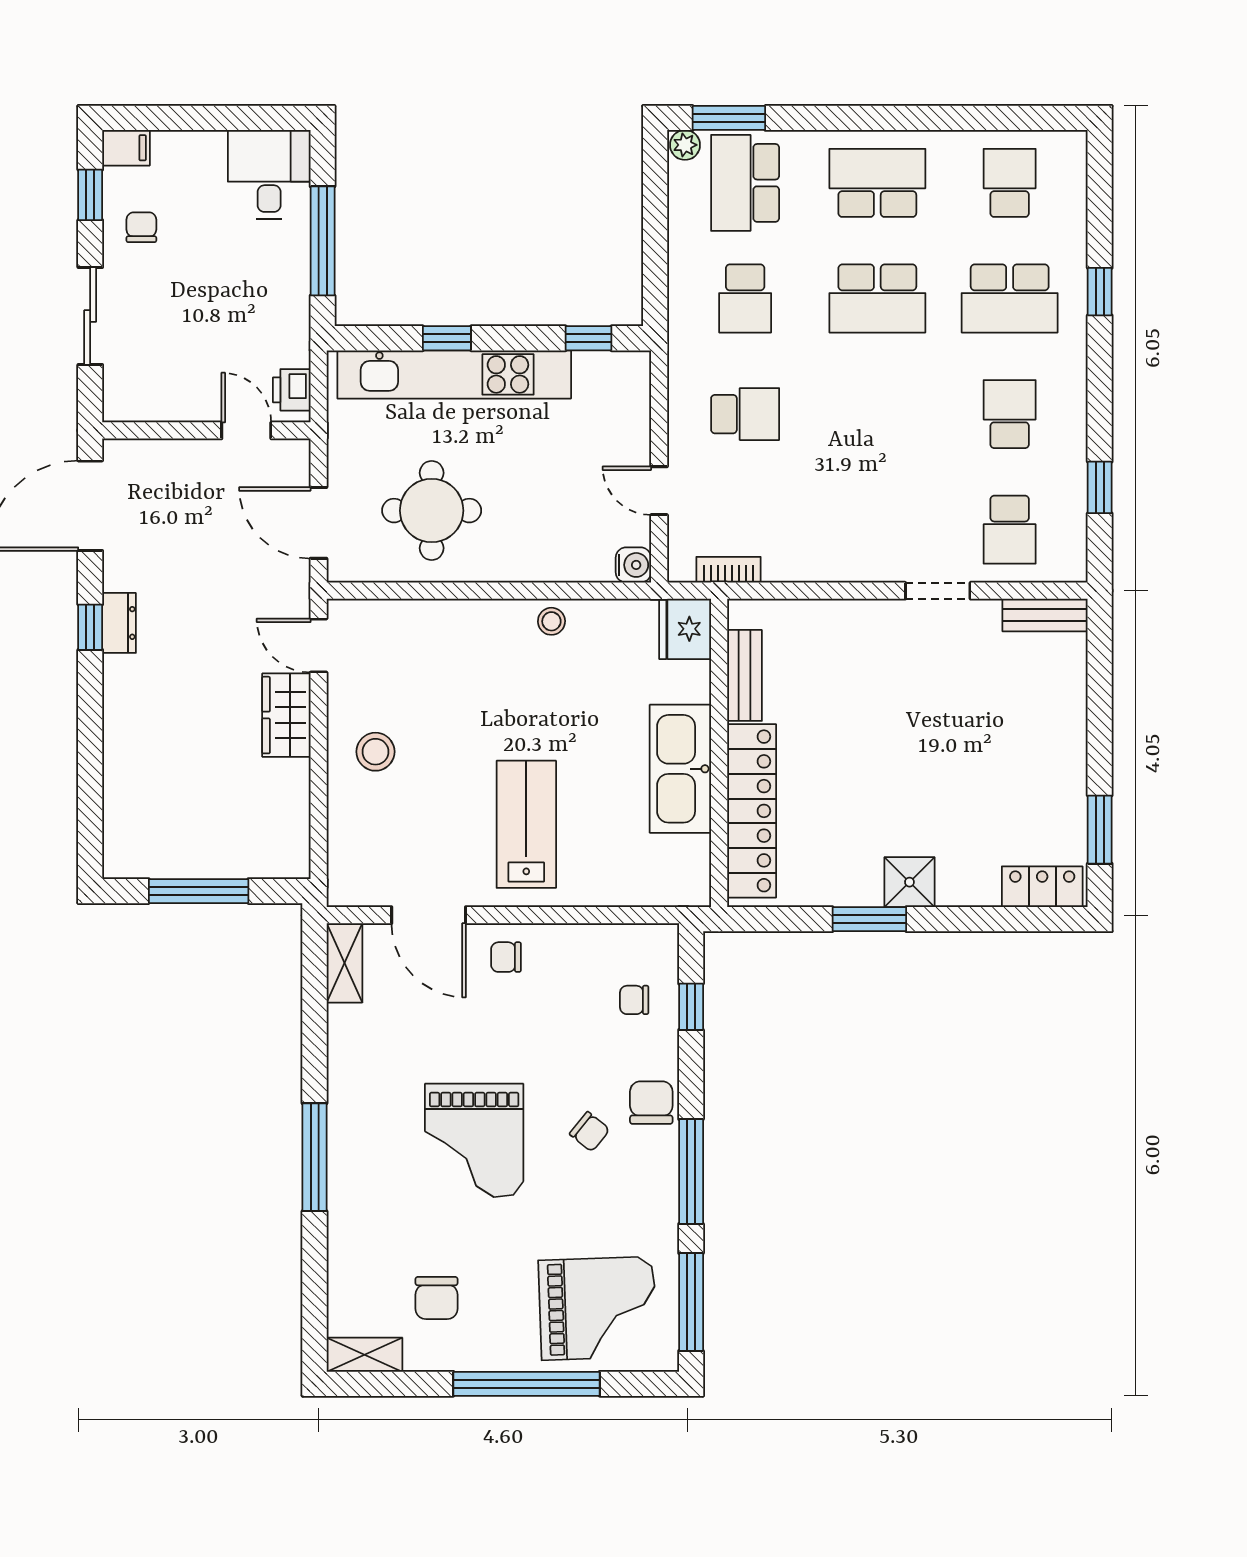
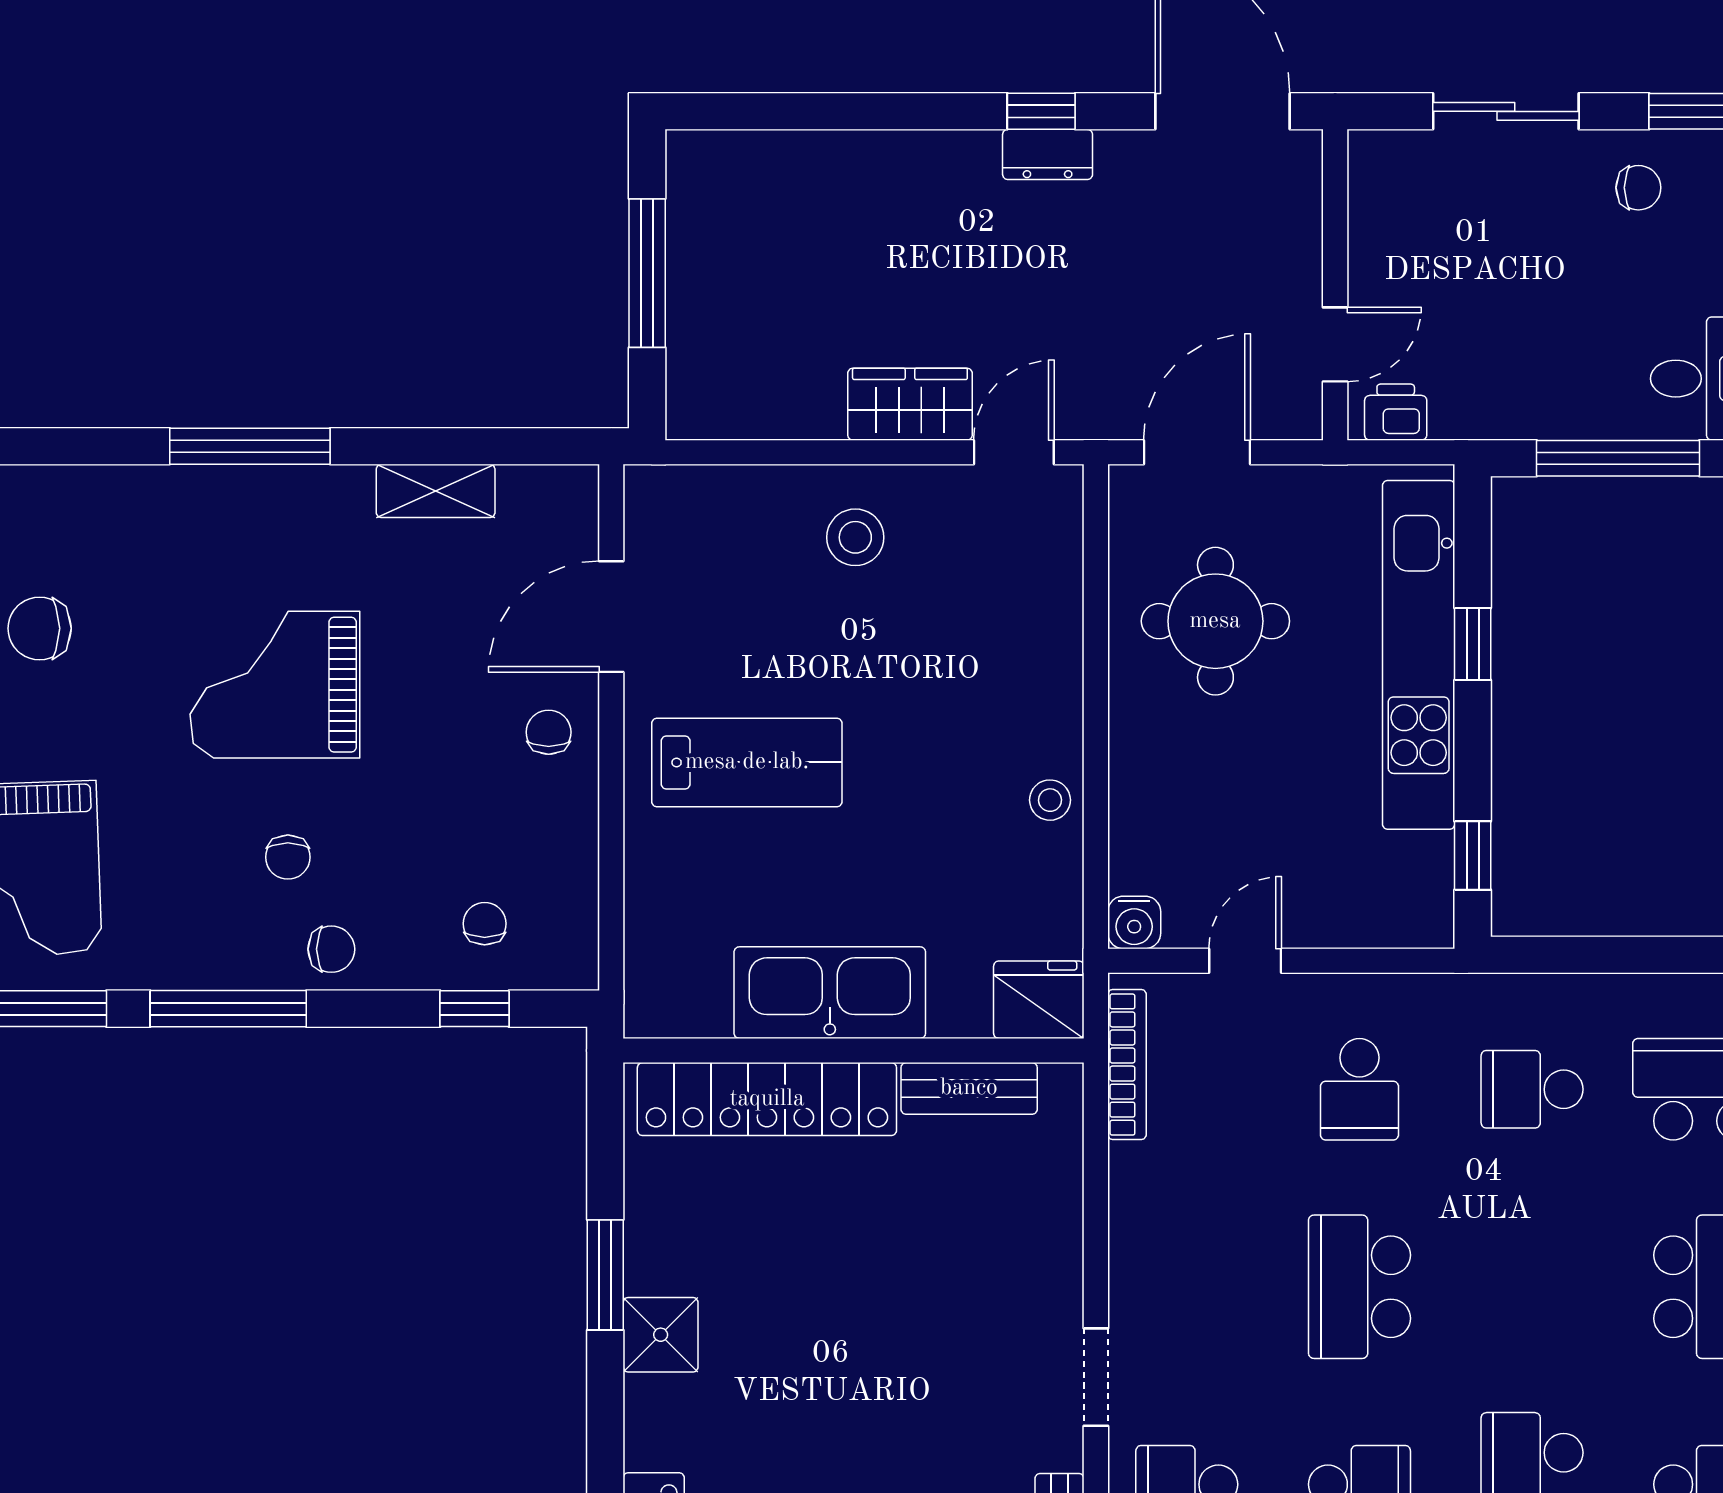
school desk: (877, 298) -> (1359, 1287), moved
bookcase: (729, 570) -> (1127, 1065), width x1.56
shelving: (344, 963) -> (436, 491), moved
chair: (651, 1103) -> (331, 949), width x0.73, depth x0.73
chair: (590, 1132) -> (288, 857), turned -39

